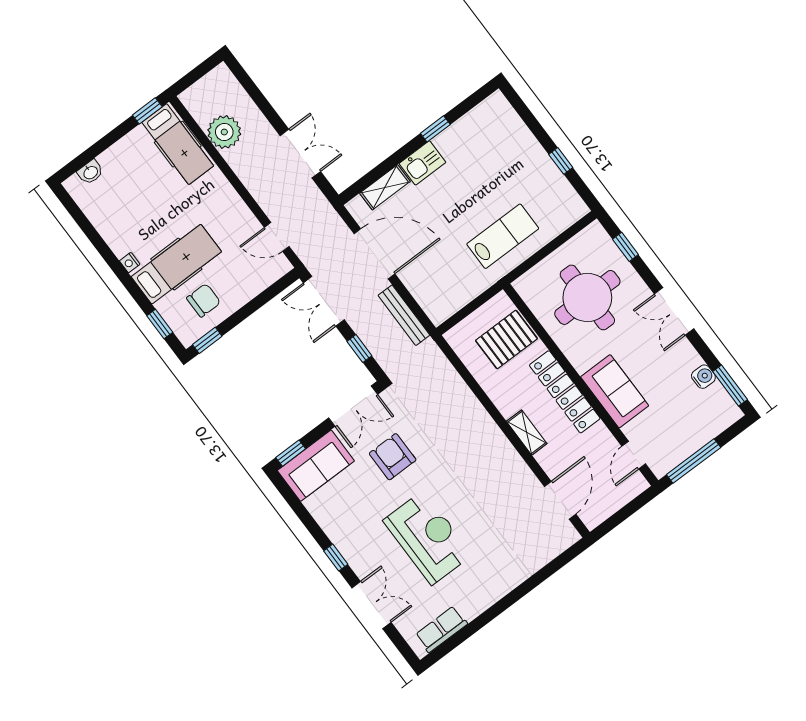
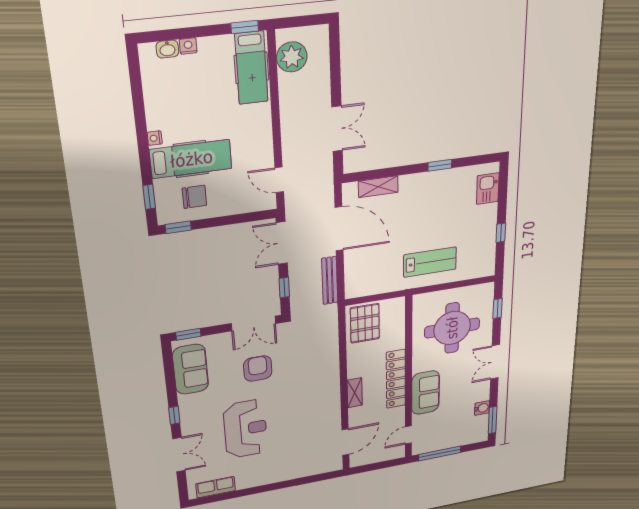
plant: (224, 132) -> (292, 57), moved
nightstand: (107, 158) -> (188, 46), added
kitchen sink: (422, 163) -> (488, 189), moved, turned 90
pallet: (506, 340) -> (365, 323), moved, turned 90
sofa: (316, 466) -> (191, 369), moved, turned -90

